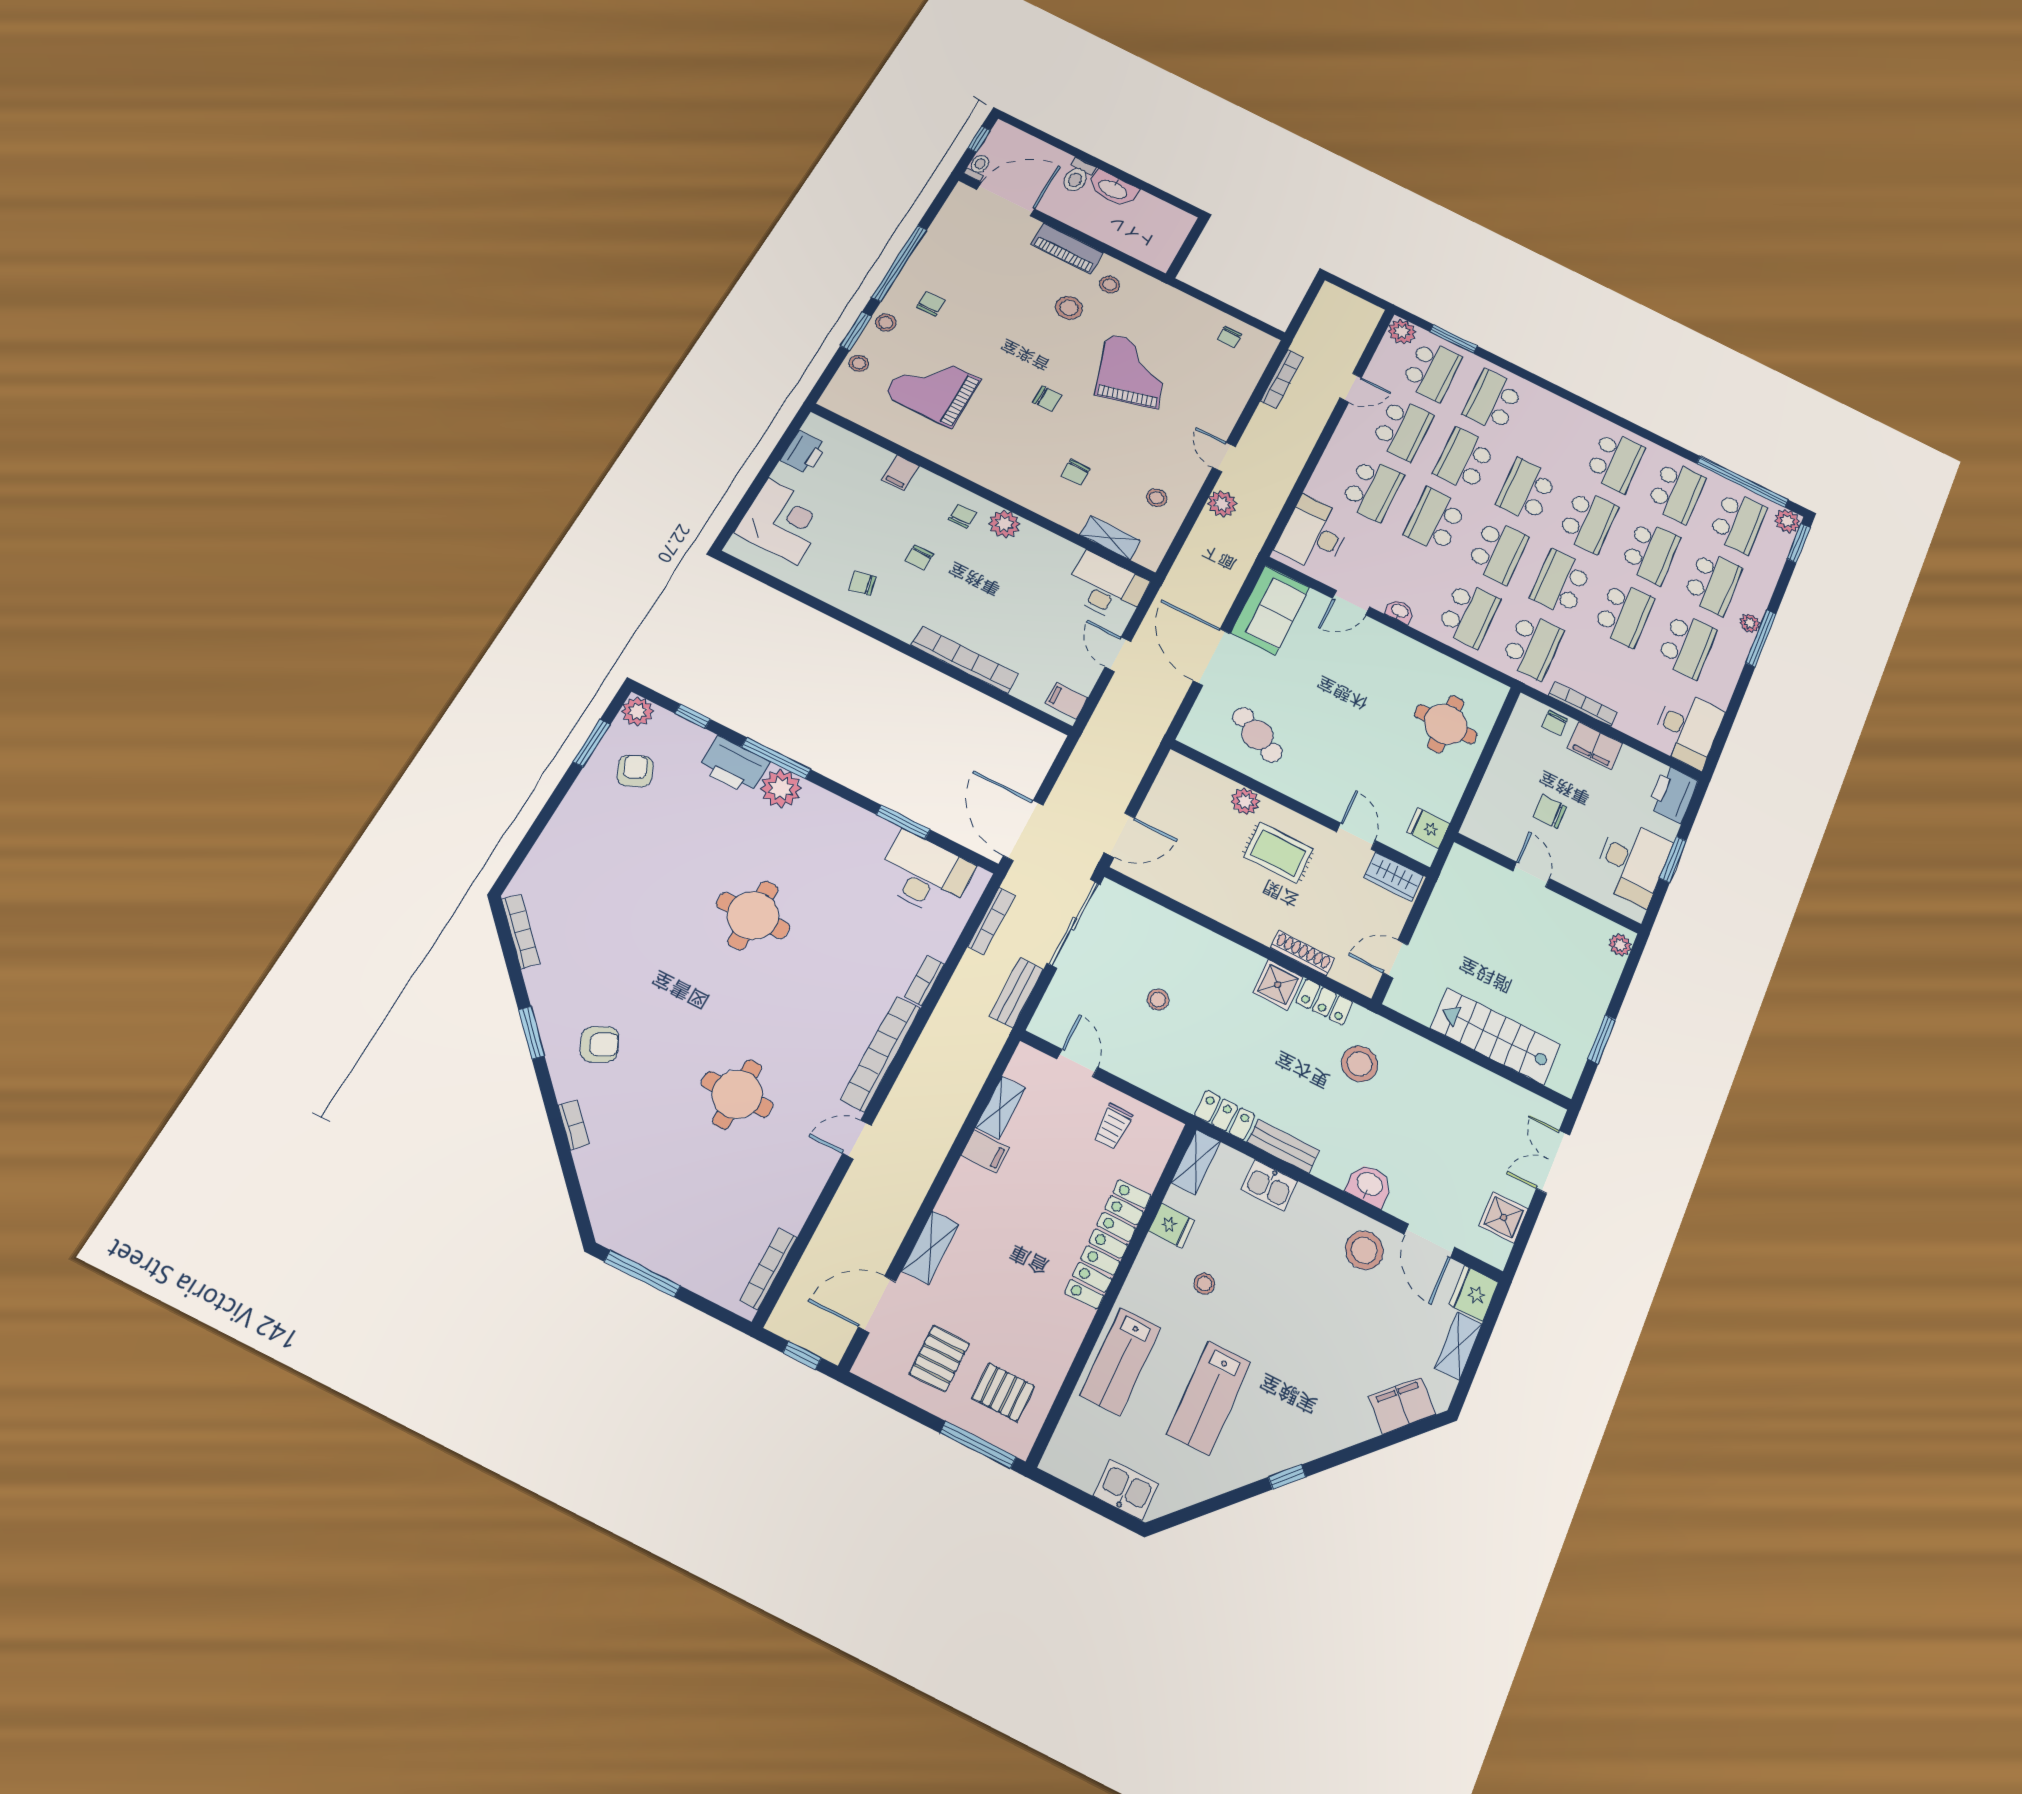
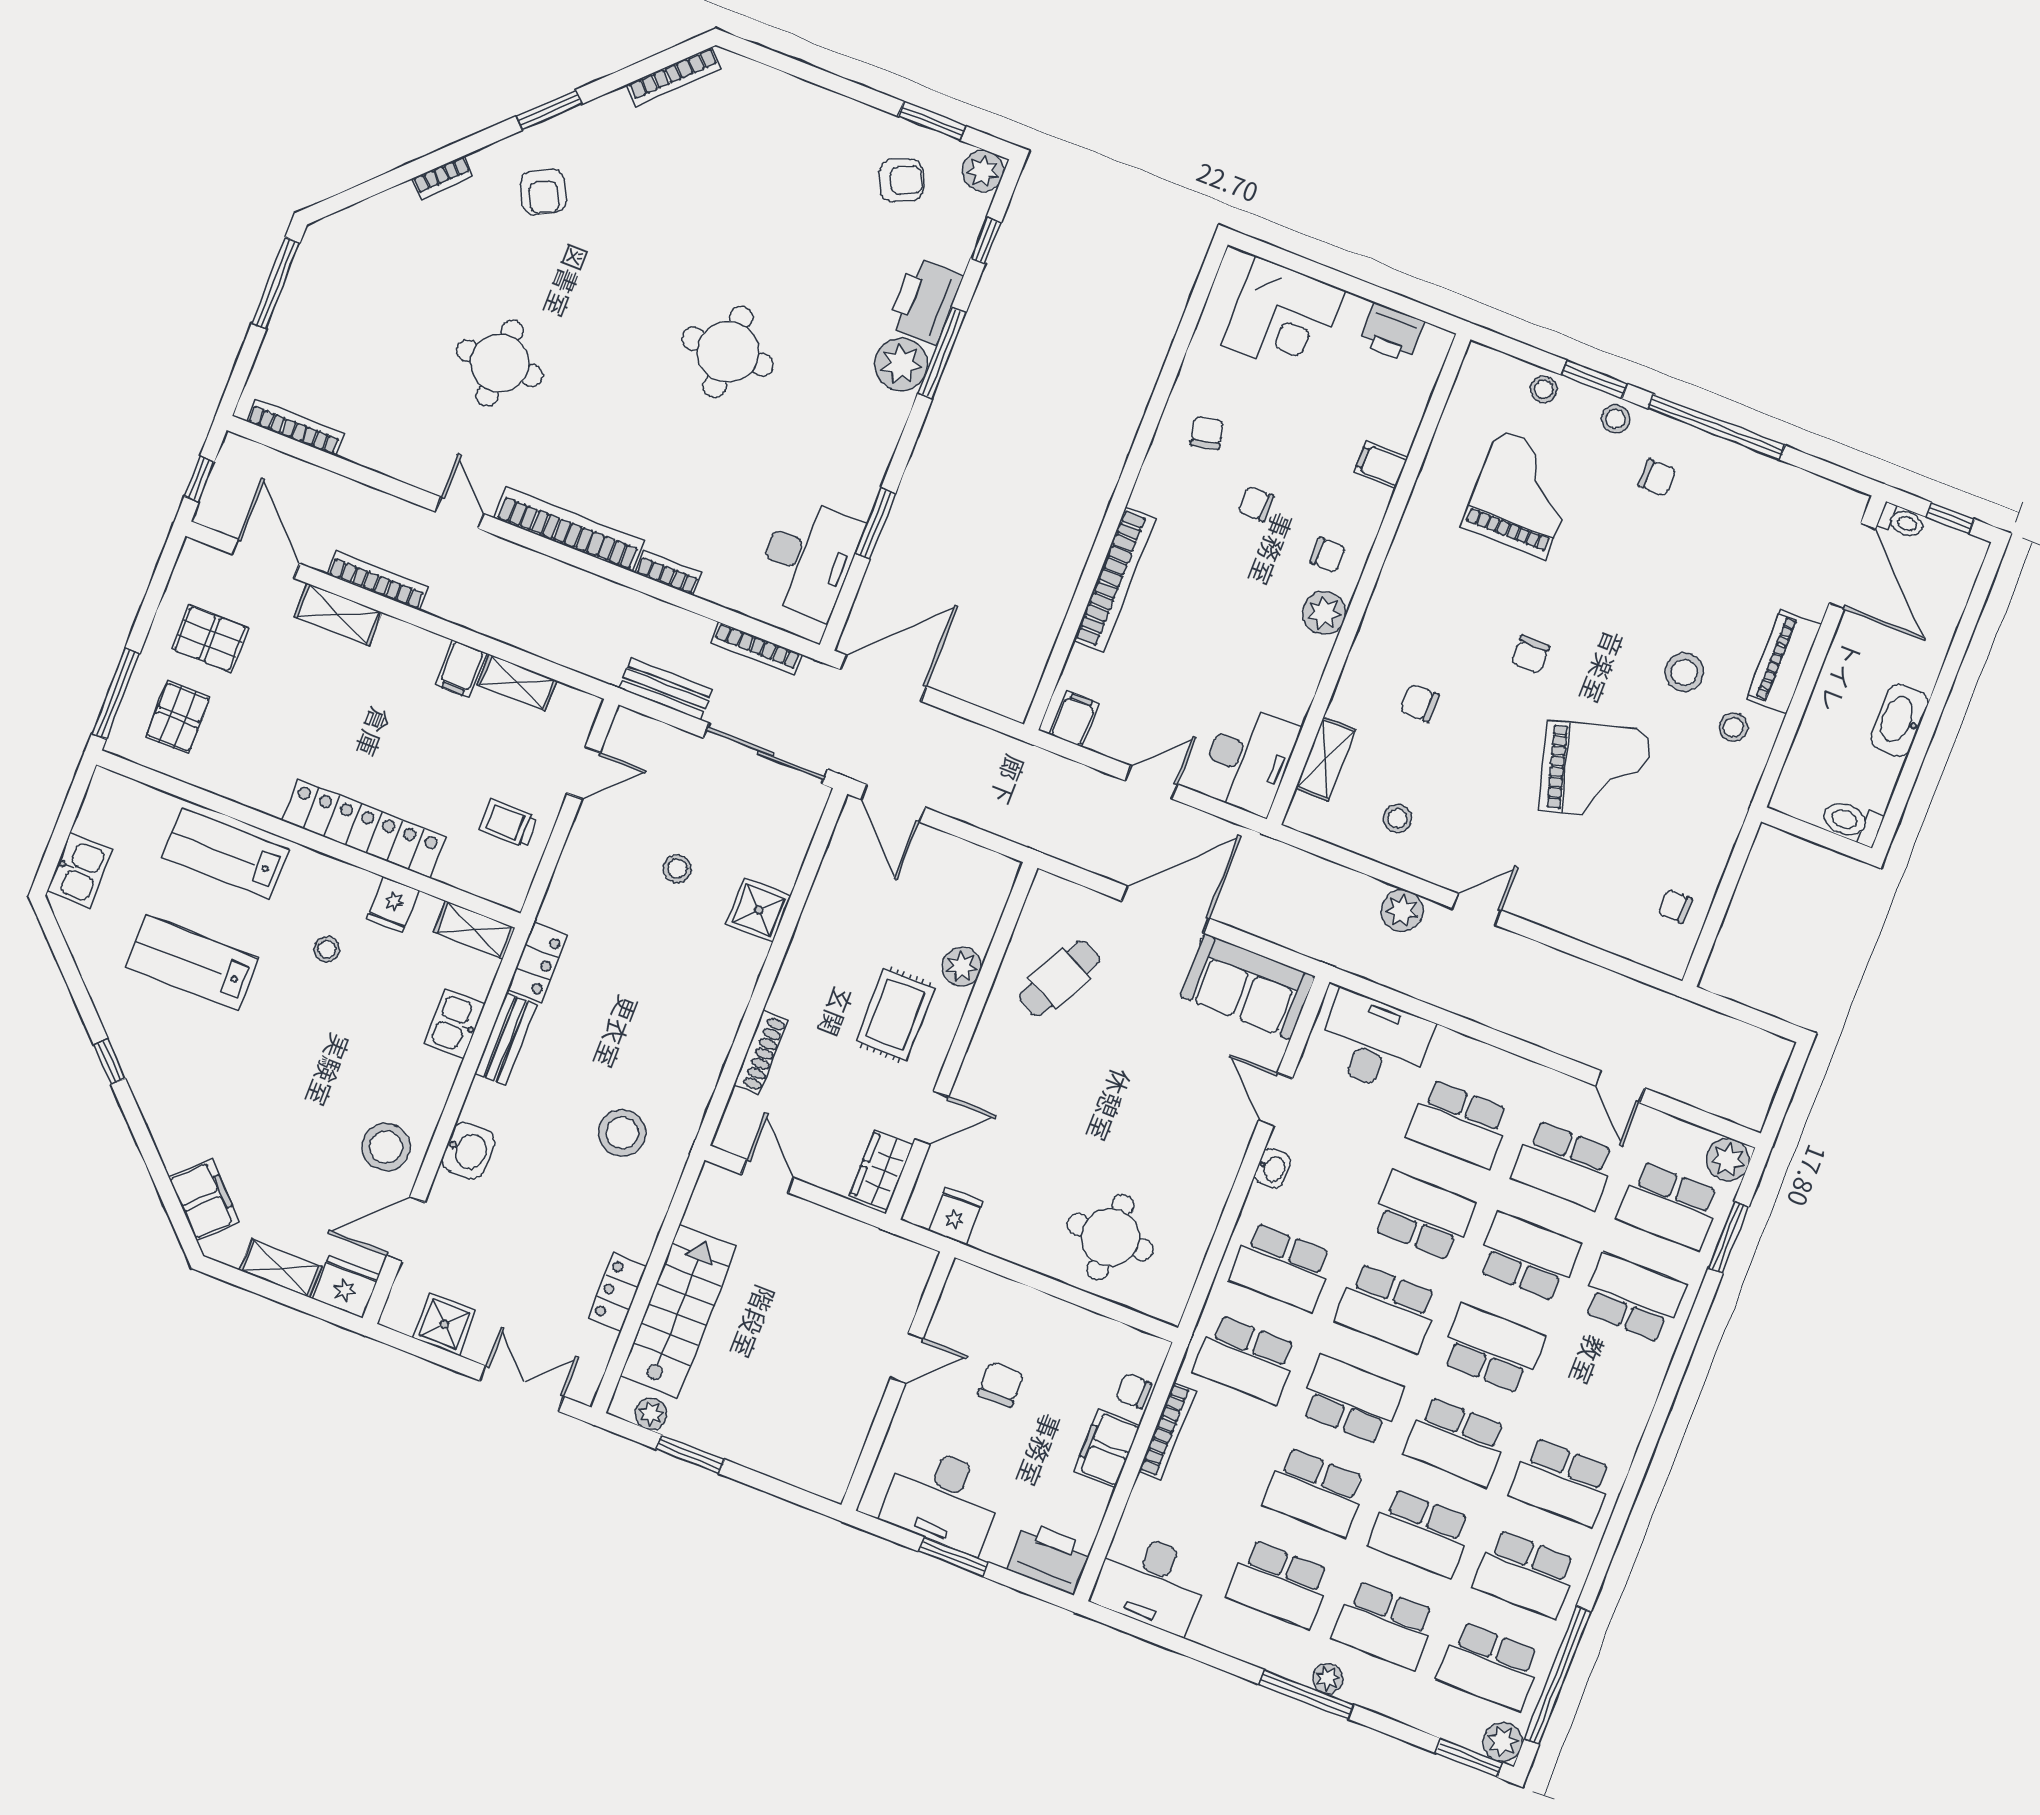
toilet: (1077, 176) -> (1852, 822), moved
bookcase: (1282, 379) -> (378, 581), moved, turned 180
plant: (1620, 945) -> (651, 1414), moved
shower: (1278, 985) -> (759, 910), moved
locker: (1324, 1002) -> (617, 1292), moved

